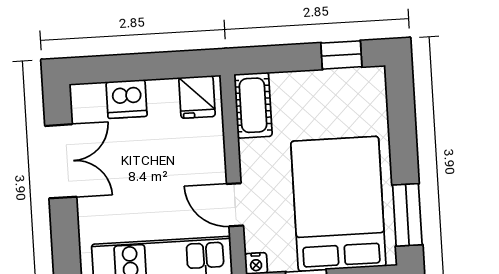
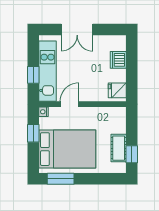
cot: (253, 105) -> (119, 148), moved, turned 90
double door: (61, 161) -> (77, 30), moved

